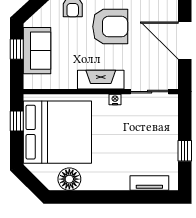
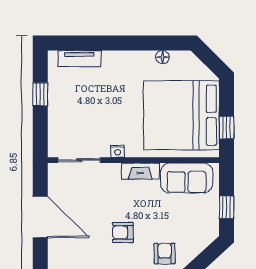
armchair: (110, 27) -> (123, 232), width x0.53, depth x0.53
sofa: (37, 51) -> (187, 178), moved, turned -90
fireplace: (101, 80) -> (140, 171), width x0.73, depth x0.76
floor lamp: (69, 179) -> (162, 57), width x0.53, depth x0.53

